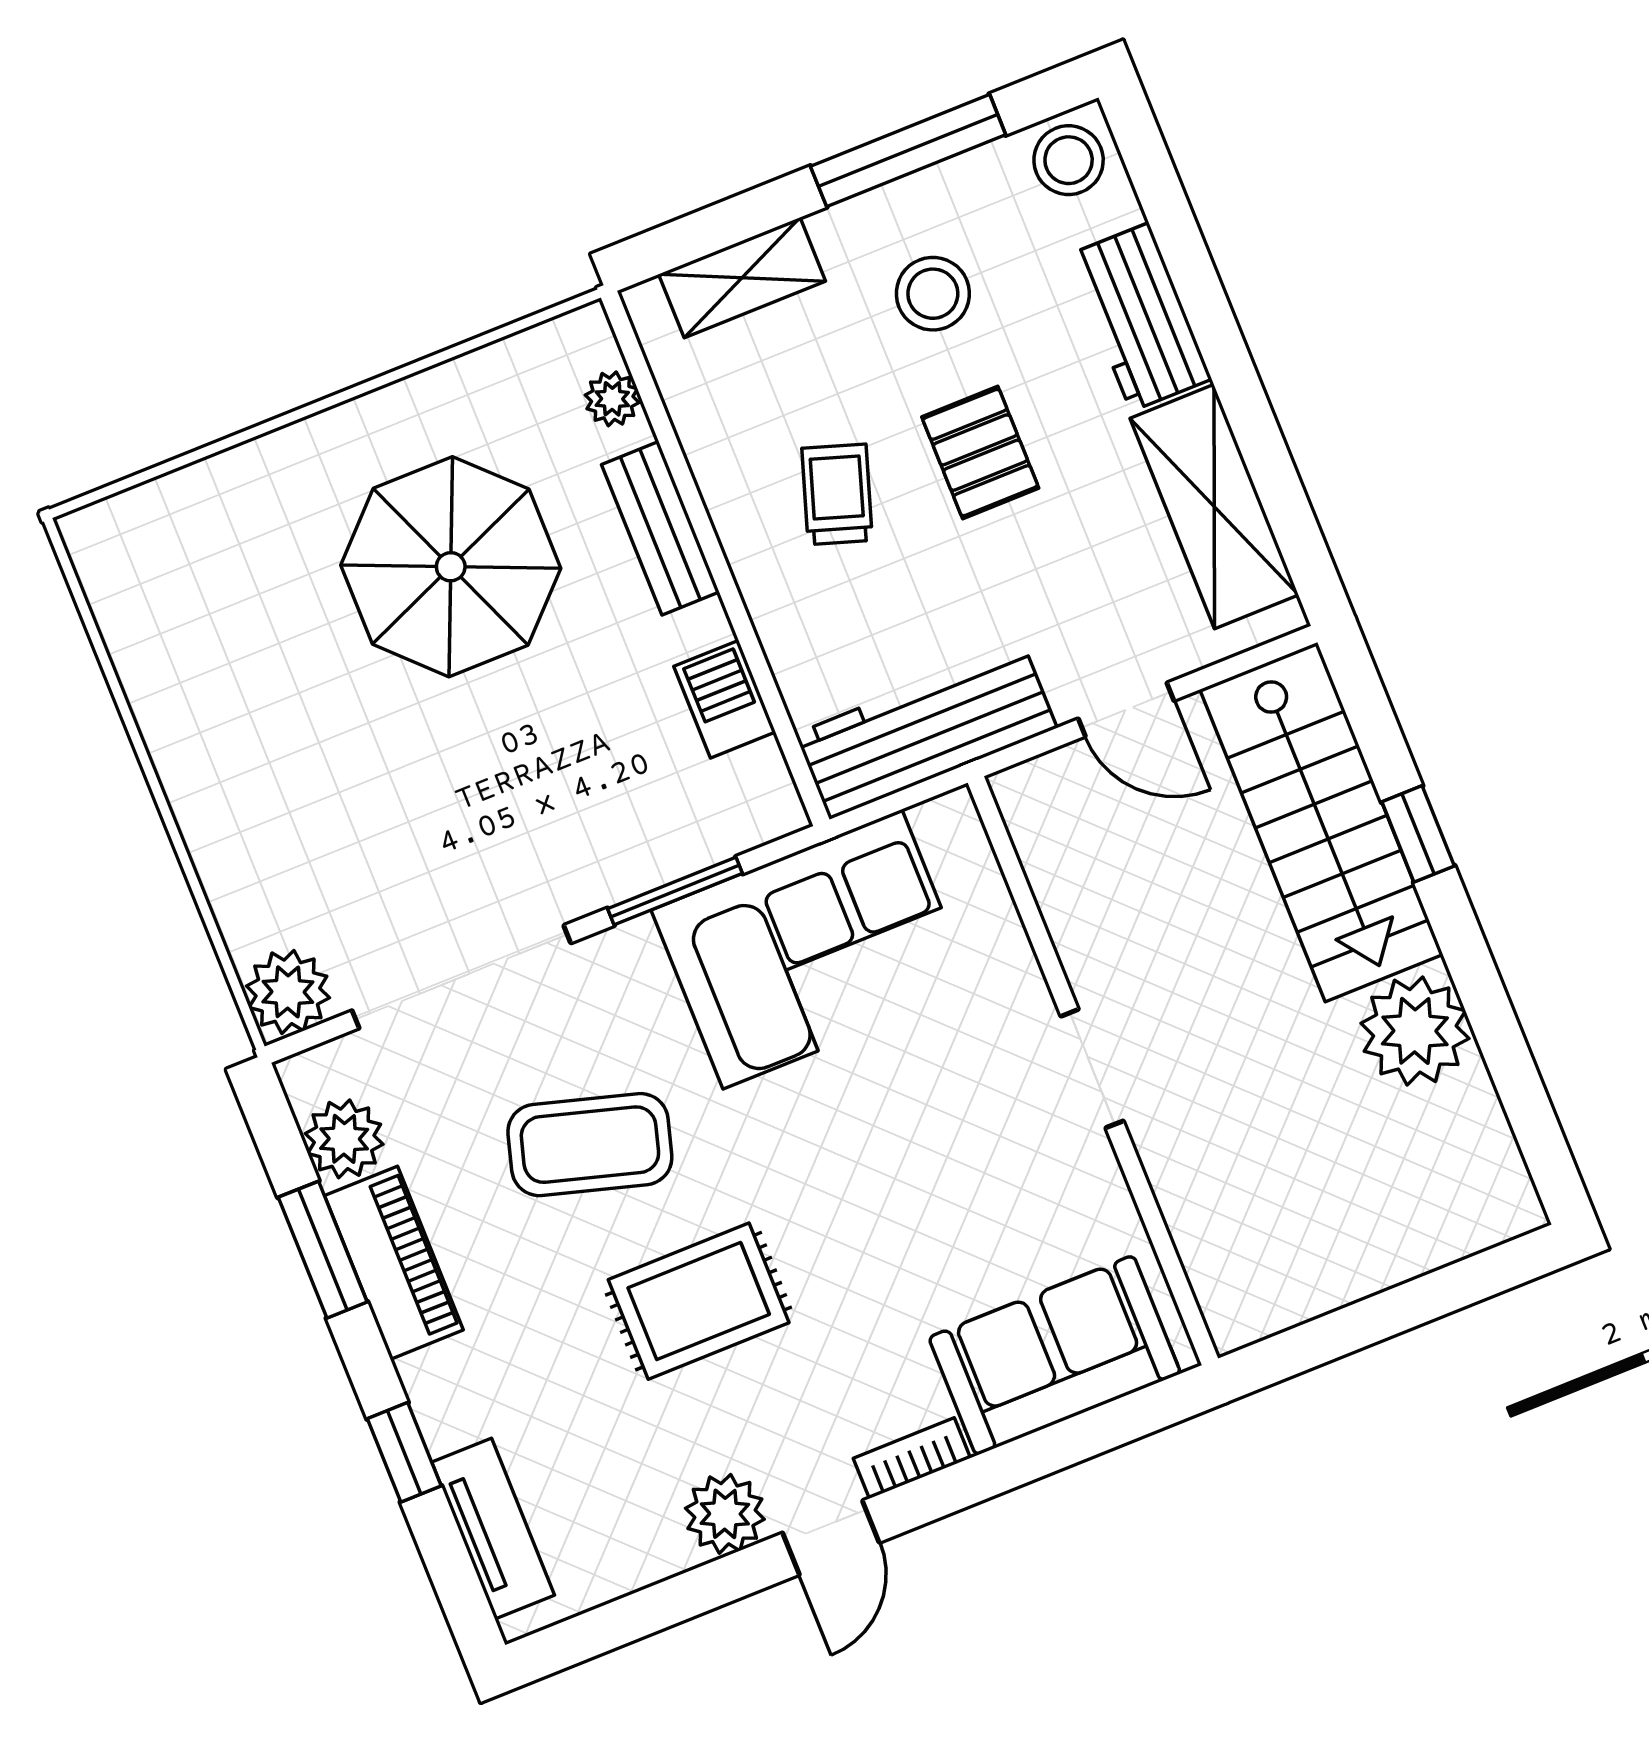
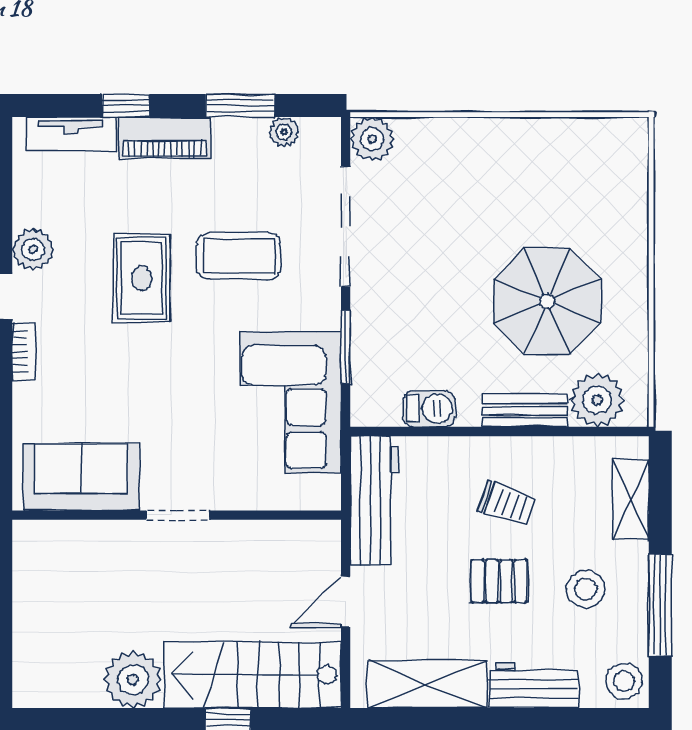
plant: (612, 399) -> (597, 400), width x1.88, depth x1.88
plant: (344, 1139) -> (284, 132), width x0.73, depth x0.73
coffee table: (590, 1145) -> (239, 256), turned 74
piano: (394, 1263) -> (165, 138), moved
sofa: (1055, 1355) -> (81, 477), moved, turned -90

